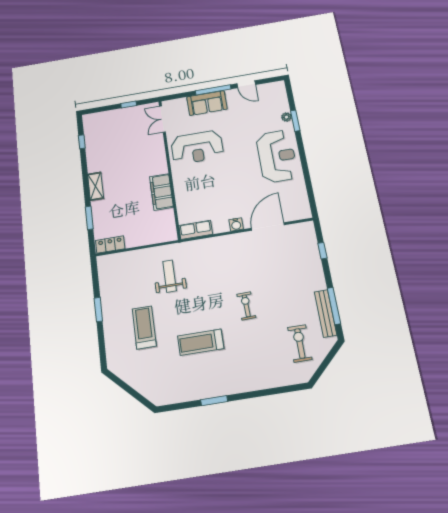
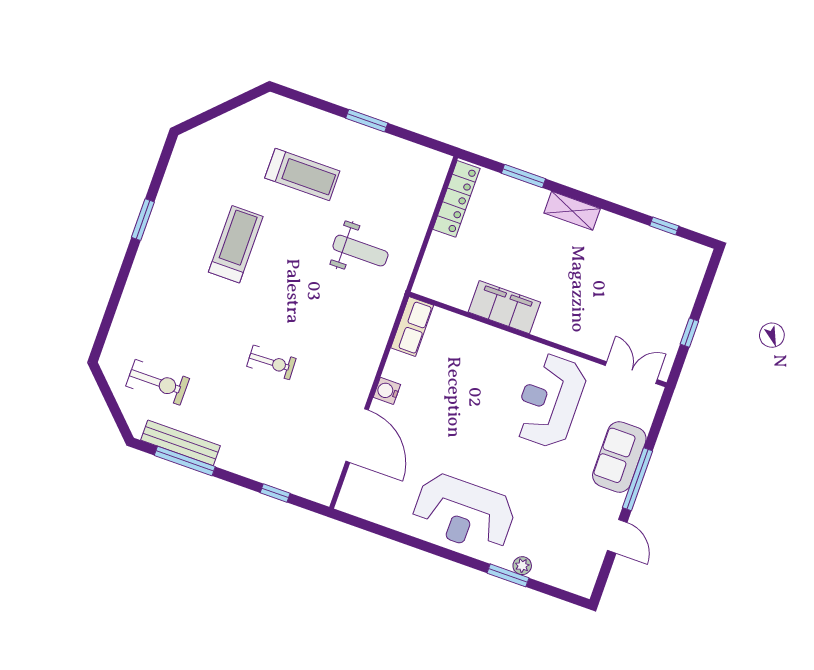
door: (246, 84) -> (617, 536), swing flipped
locker: (110, 245) -> (456, 199), width x1.53
exercise bike: (246, 306) -> (271, 362), moved

